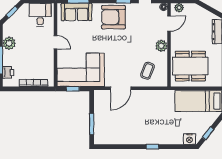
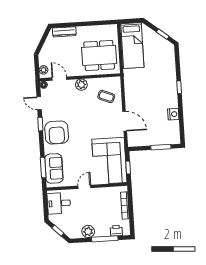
dining table: (190, 66) -> (99, 55), turned 90
nightstand: (189, 139) -> (173, 114), moved

